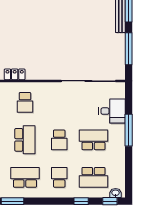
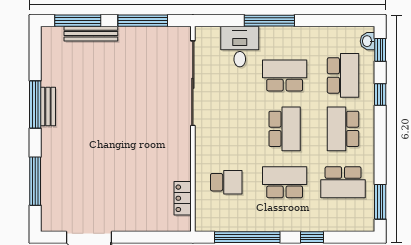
school desk: (59, 140) -> (285, 129), width x1.85
school desk: (93, 140) -> (285, 75), turned 90
school desk: (25, 177) -> (343, 182), turned -90
school desk: (59, 177) -> (343, 129), width x1.85

